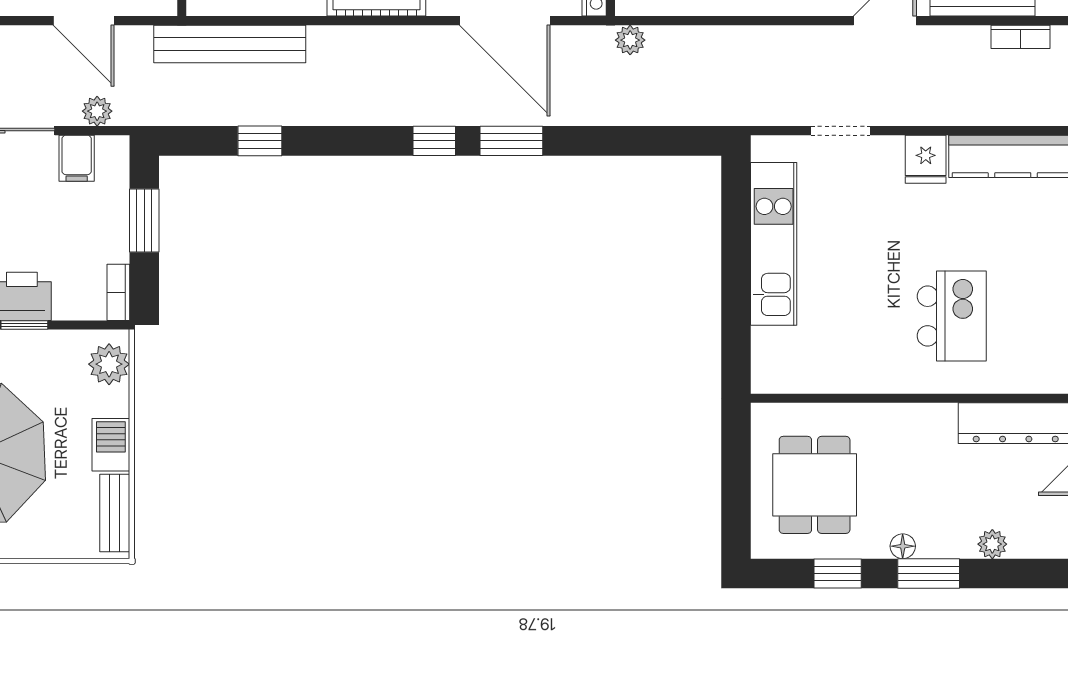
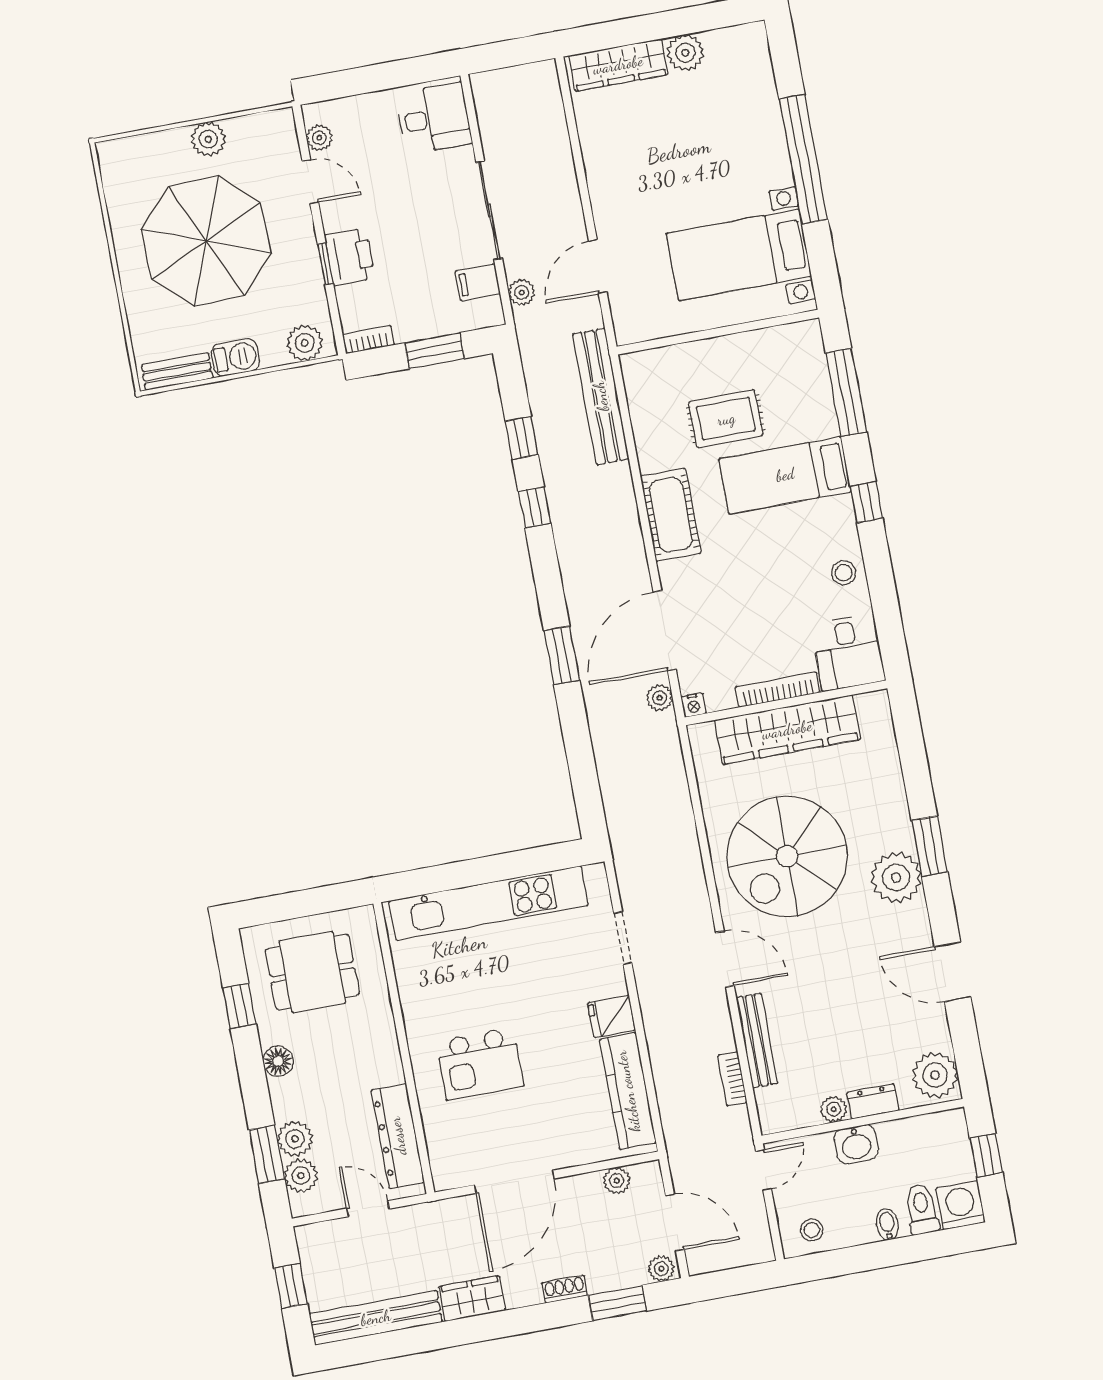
plant: (630, 40) -> (660, 698), moved
window: (434, 141) -> (534, 507), moved
kitchen unit: (774, 244) -> (489, 903), width x1.36
plant: (1040, 540) -> (301, 1176), added
plant: (992, 544) -> (295, 1139), width x1.38, depth x1.38
floor lamp: (903, 546) -> (278, 1061), width x1.37, depth x1.37
window: (929, 573) -> (267, 1154), moved

